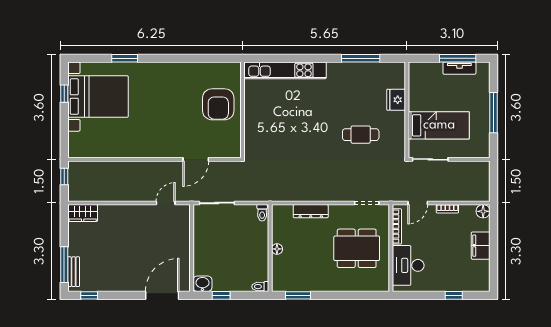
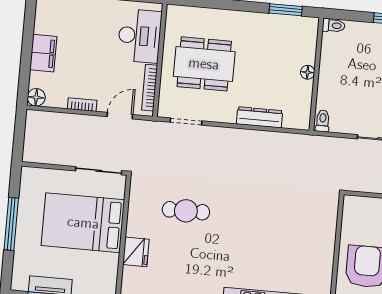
bed: (439, 125) -> (83, 223), width x1.50

